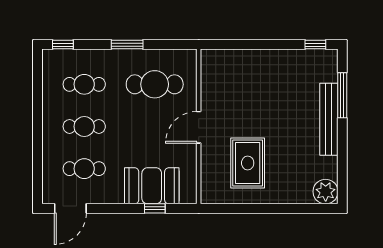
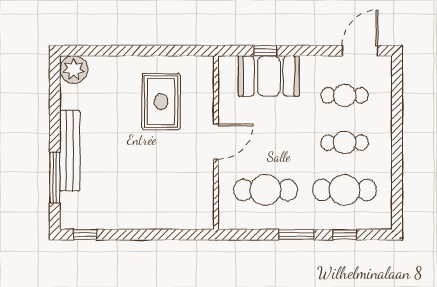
window: (63, 45) -> (345, 235), moved
cafe table: (84, 84) -> (345, 190), width x1.37, depth x1.35

